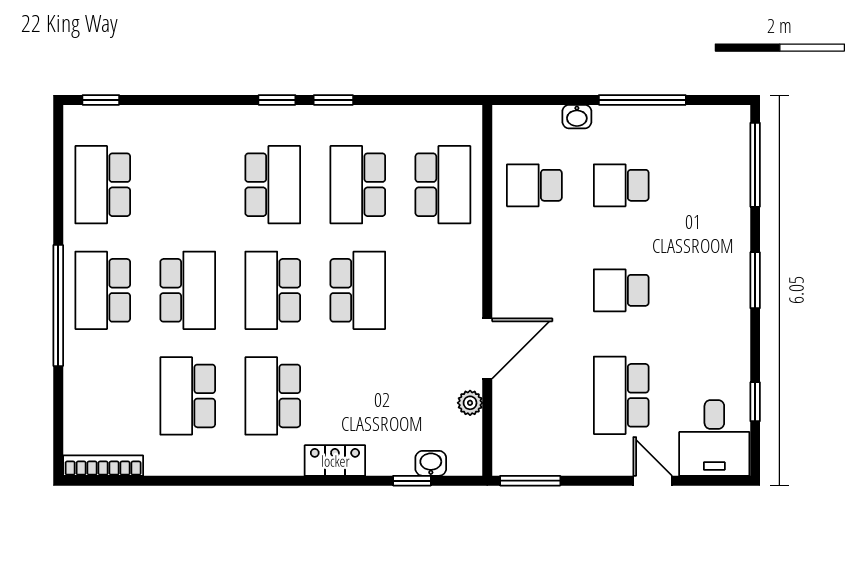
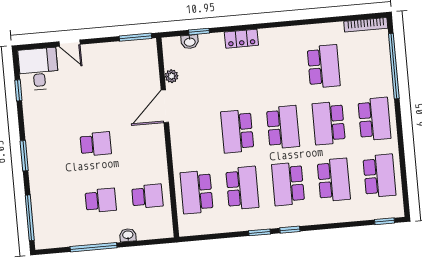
window: (58, 305) -> (394, 66), moved
school desk: (621, 395) -> (91, 87), removed
school desk: (273, 396) -> (334, 180), moved

